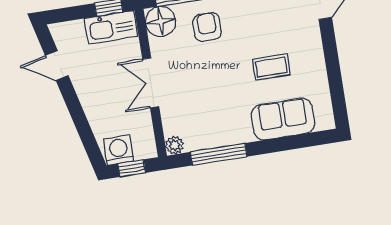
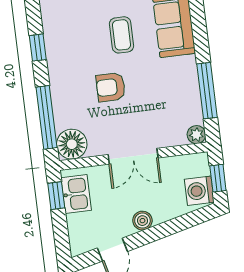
kitchen sink: (111, 27) -> (76, 194), width x0.73
armchair: (207, 27) -> (111, 87), moved
boiler: (87, 95) -> (142, 221), added

